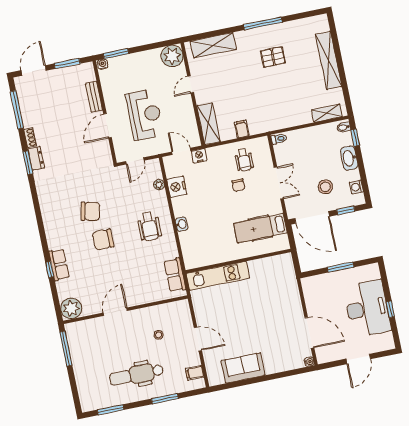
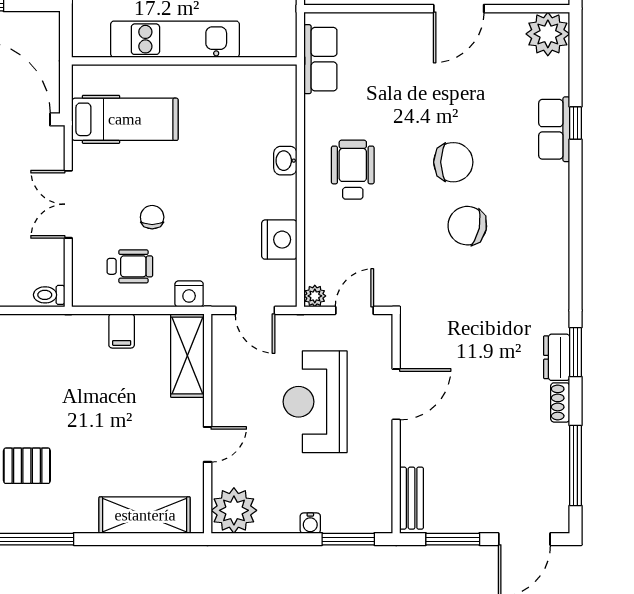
water cooler: (103, 64) -> (310, 523), moved
bench: (94, 97) -> (412, 498), moved
nightstand: (199, 156) -> (189, 294), moved
wheelchair: (244, 160) -> (130, 266), turned 90
plant: (159, 185) -> (315, 296), moved
kitchen unit: (218, 276) -> (175, 39), moved

